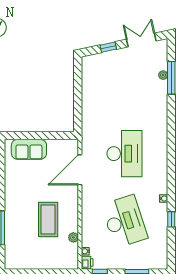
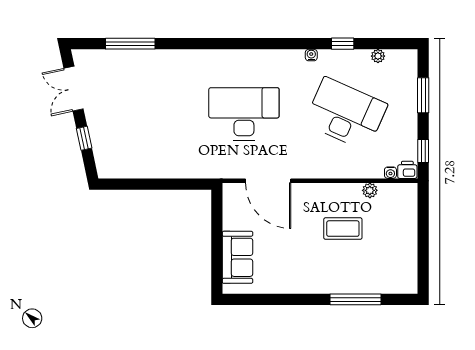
plant: (163, 75) -> (378, 56), moved
coffee table: (48, 220) -> (343, 229), width x0.73, depth x0.76
desk: (124, 221) -> (346, 114), turned 42

